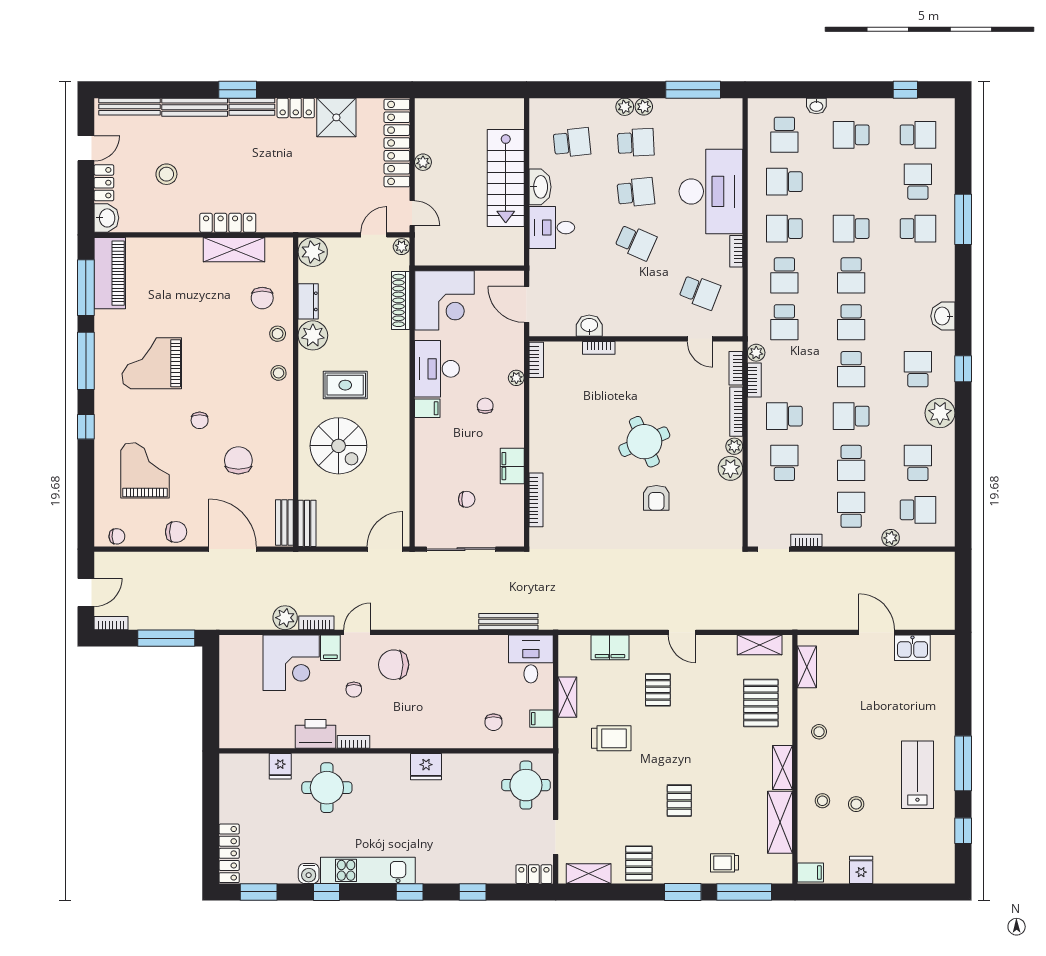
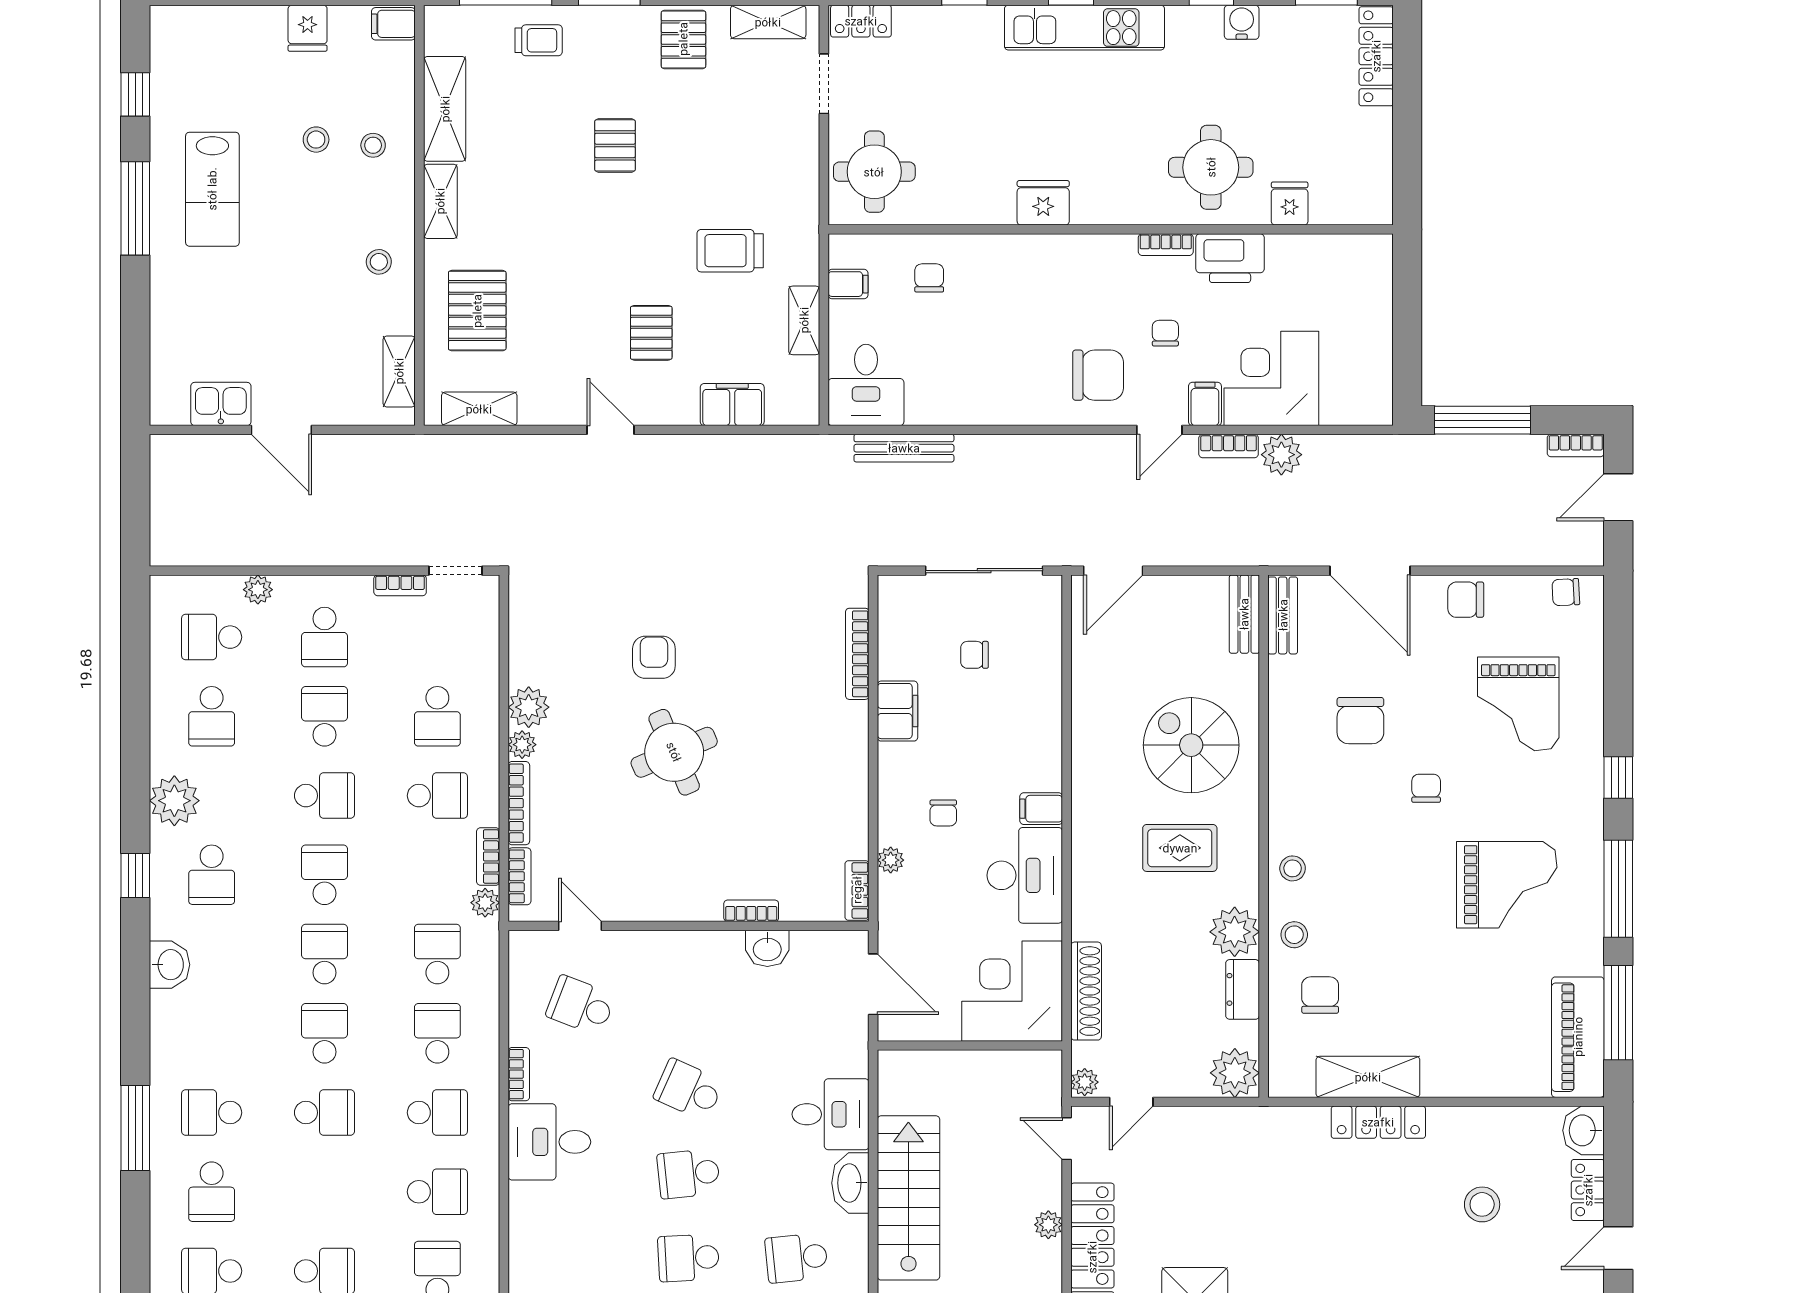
desk: (711, 191) -> (549, 1142), width x0.53, depth x0.77
kitchen unit: (368, 870) -> (1084, 28), moved

